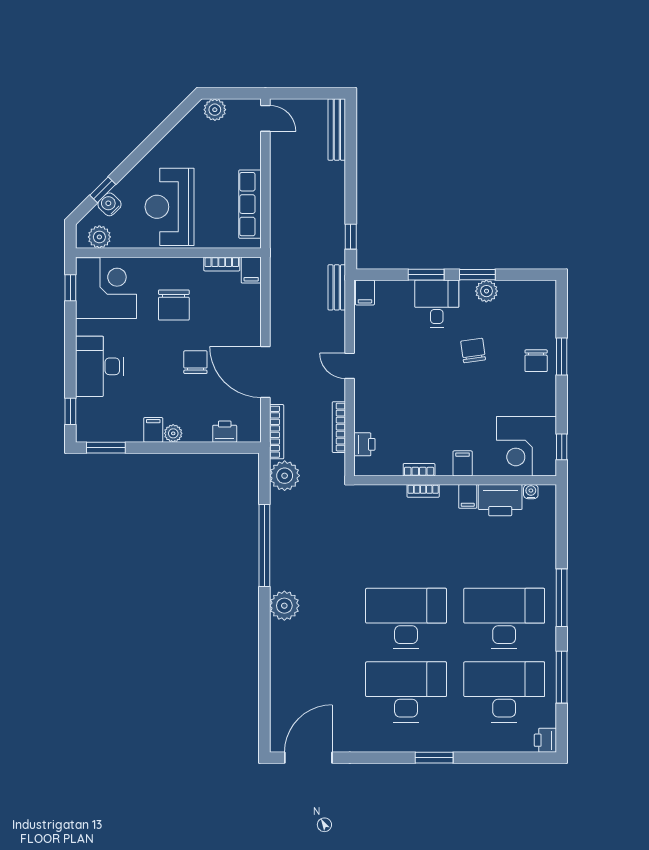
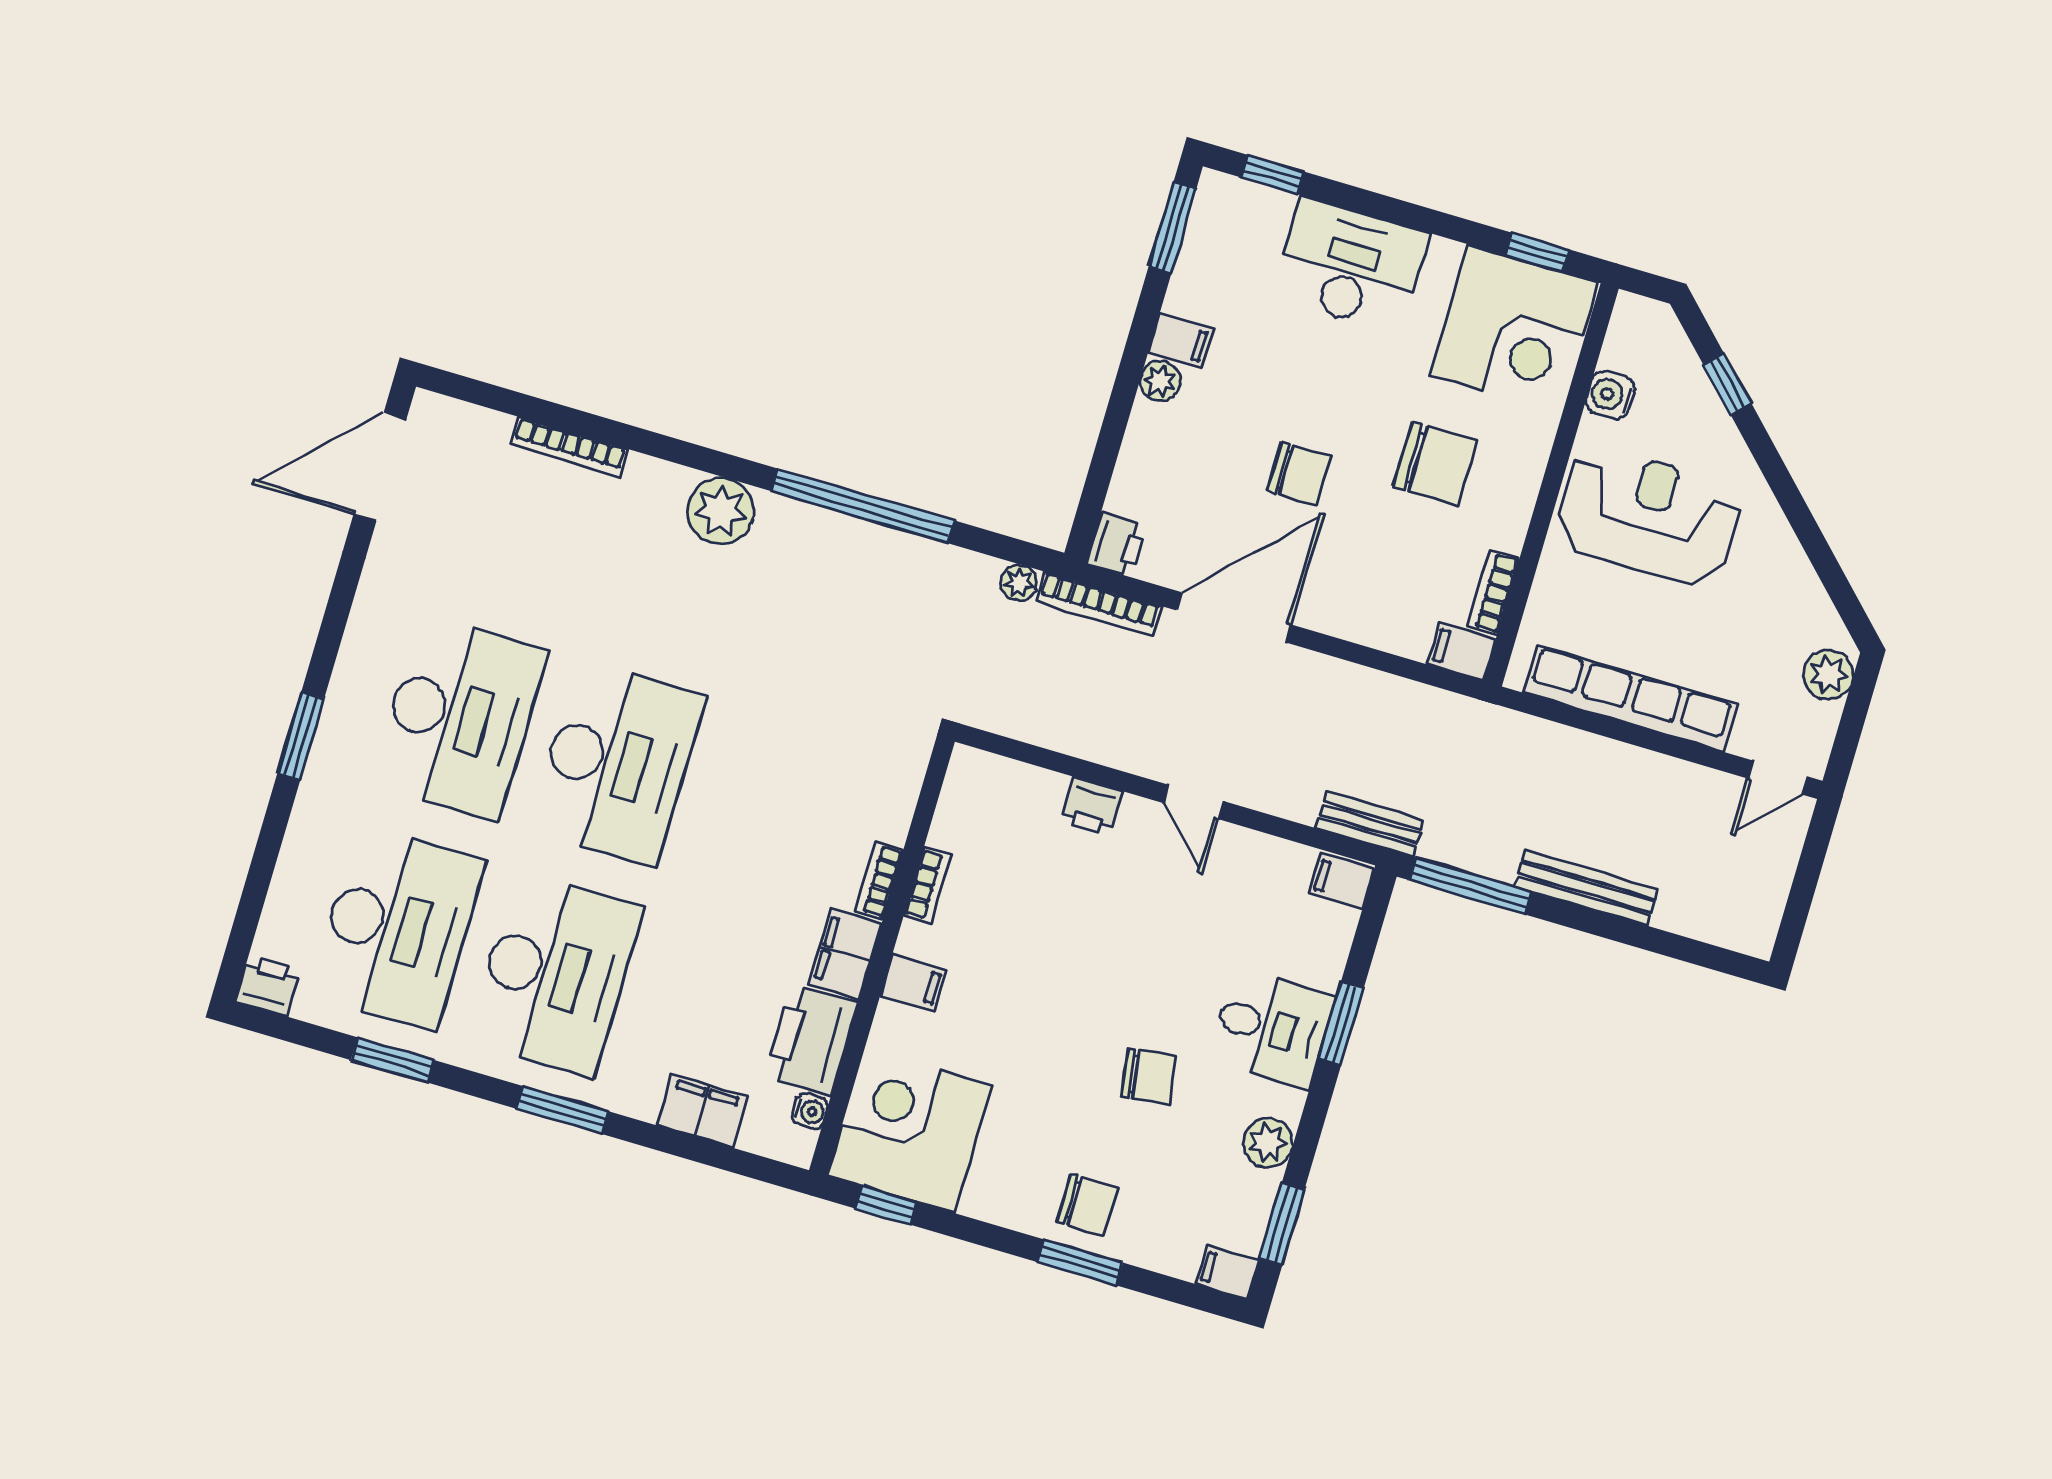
bench: (337, 130) -> (1586, 888), moved
water cooler: (109, 204) -> (1610, 395), moved, turned -135
row of seats: (250, 204) -> (1630, 698), width x1.36
plant: (99, 237) -> (1628, 347), removed
window: (351, 237) -> (1470, 886), width x2.17
window: (477, 275) -> (1282, 1224), moved
filing cabinet: (547, 292) -> (1227, 1272), added
chair: (174, 305) -> (1435, 464), turned 180
chair: (536, 361) -> (1087, 1205), turned 180
door: (350, 366) -> (1194, 802), swing flipped
bookcase: (339, 427) -> (569, 447), moved, turned 180
printer: (225, 432) -> (1116, 545), moved
printer: (364, 444) -> (1092, 806), moved
plant: (285, 476) -> (1019, 583), width x0.53, depth x0.53
filing cabinet: (468, 496) -> (845, 954), width x2.00
filing cabinet: (544, 538) -> (702, 1111), added
window: (562, 598) -> (563, 1110), width x0.69
window: (562, 677) -> (393, 1060), width x0.69
door: (308, 758) -> (380, 467), swing flipped

